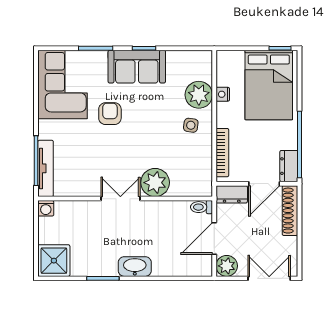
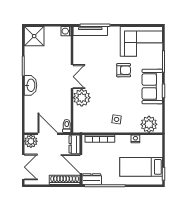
bed: (269, 85) -> (141, 167), width x0.67
plant: (199, 95) -> (149, 124), moved

